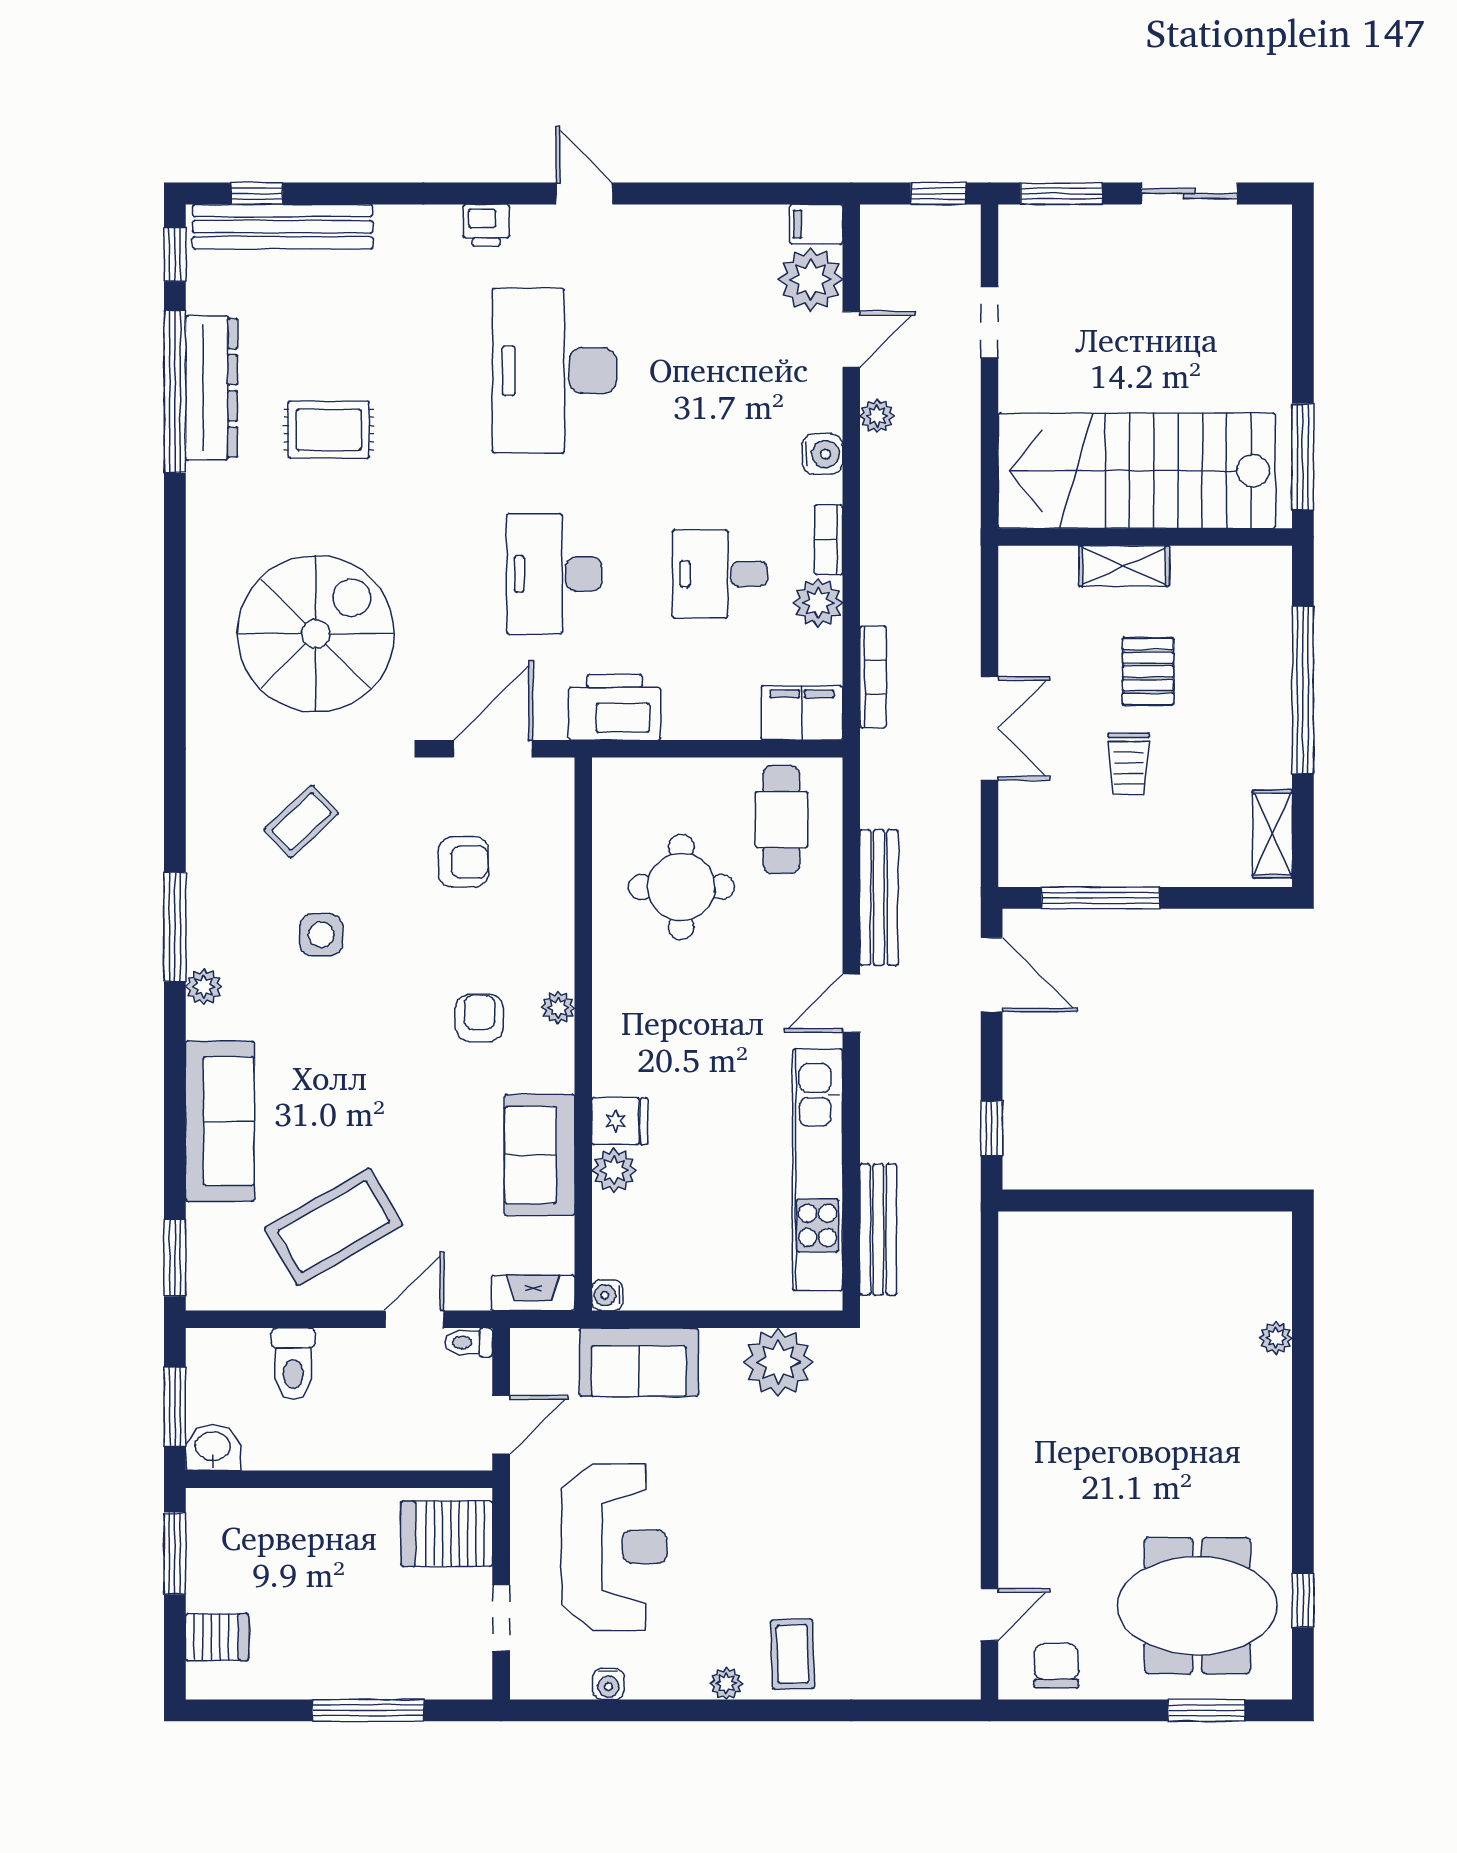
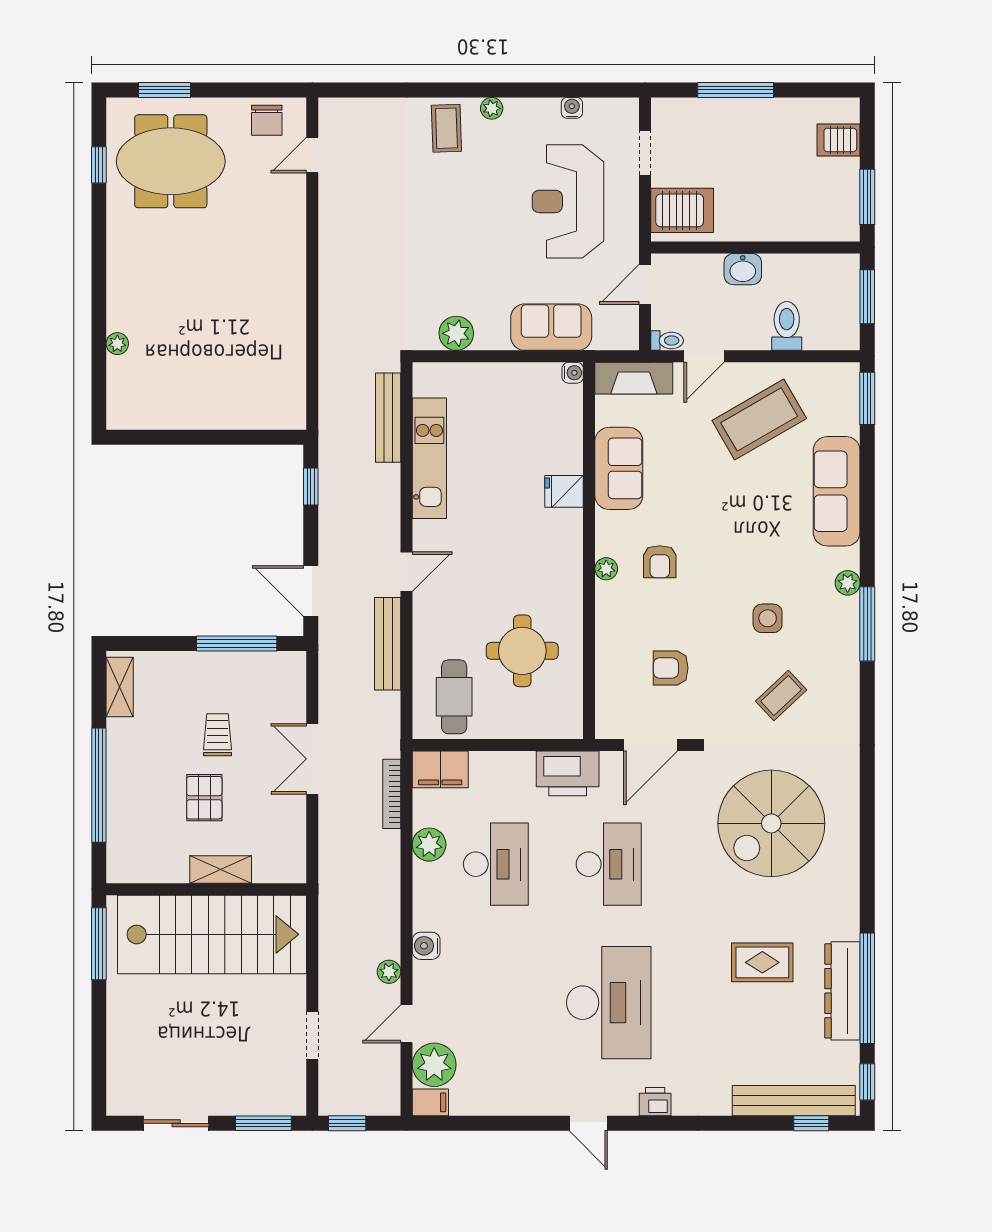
bookcase: (829, 540) -> (422, 887), removed
desk: (720, 574) -> (496, 864), width x1.37
plant: (614, 1170) -> (568, 458), removed
kitchen unit: (818, 1170) -> (429, 458), width x0.73
fireplace: (533, 1293) -> (634, 378), width x1.37, depth x1.32
plant: (778, 1362) -> (456, 333), width x0.73, depth x0.73
washbasin: (213, 1447) -> (743, 269), moved

